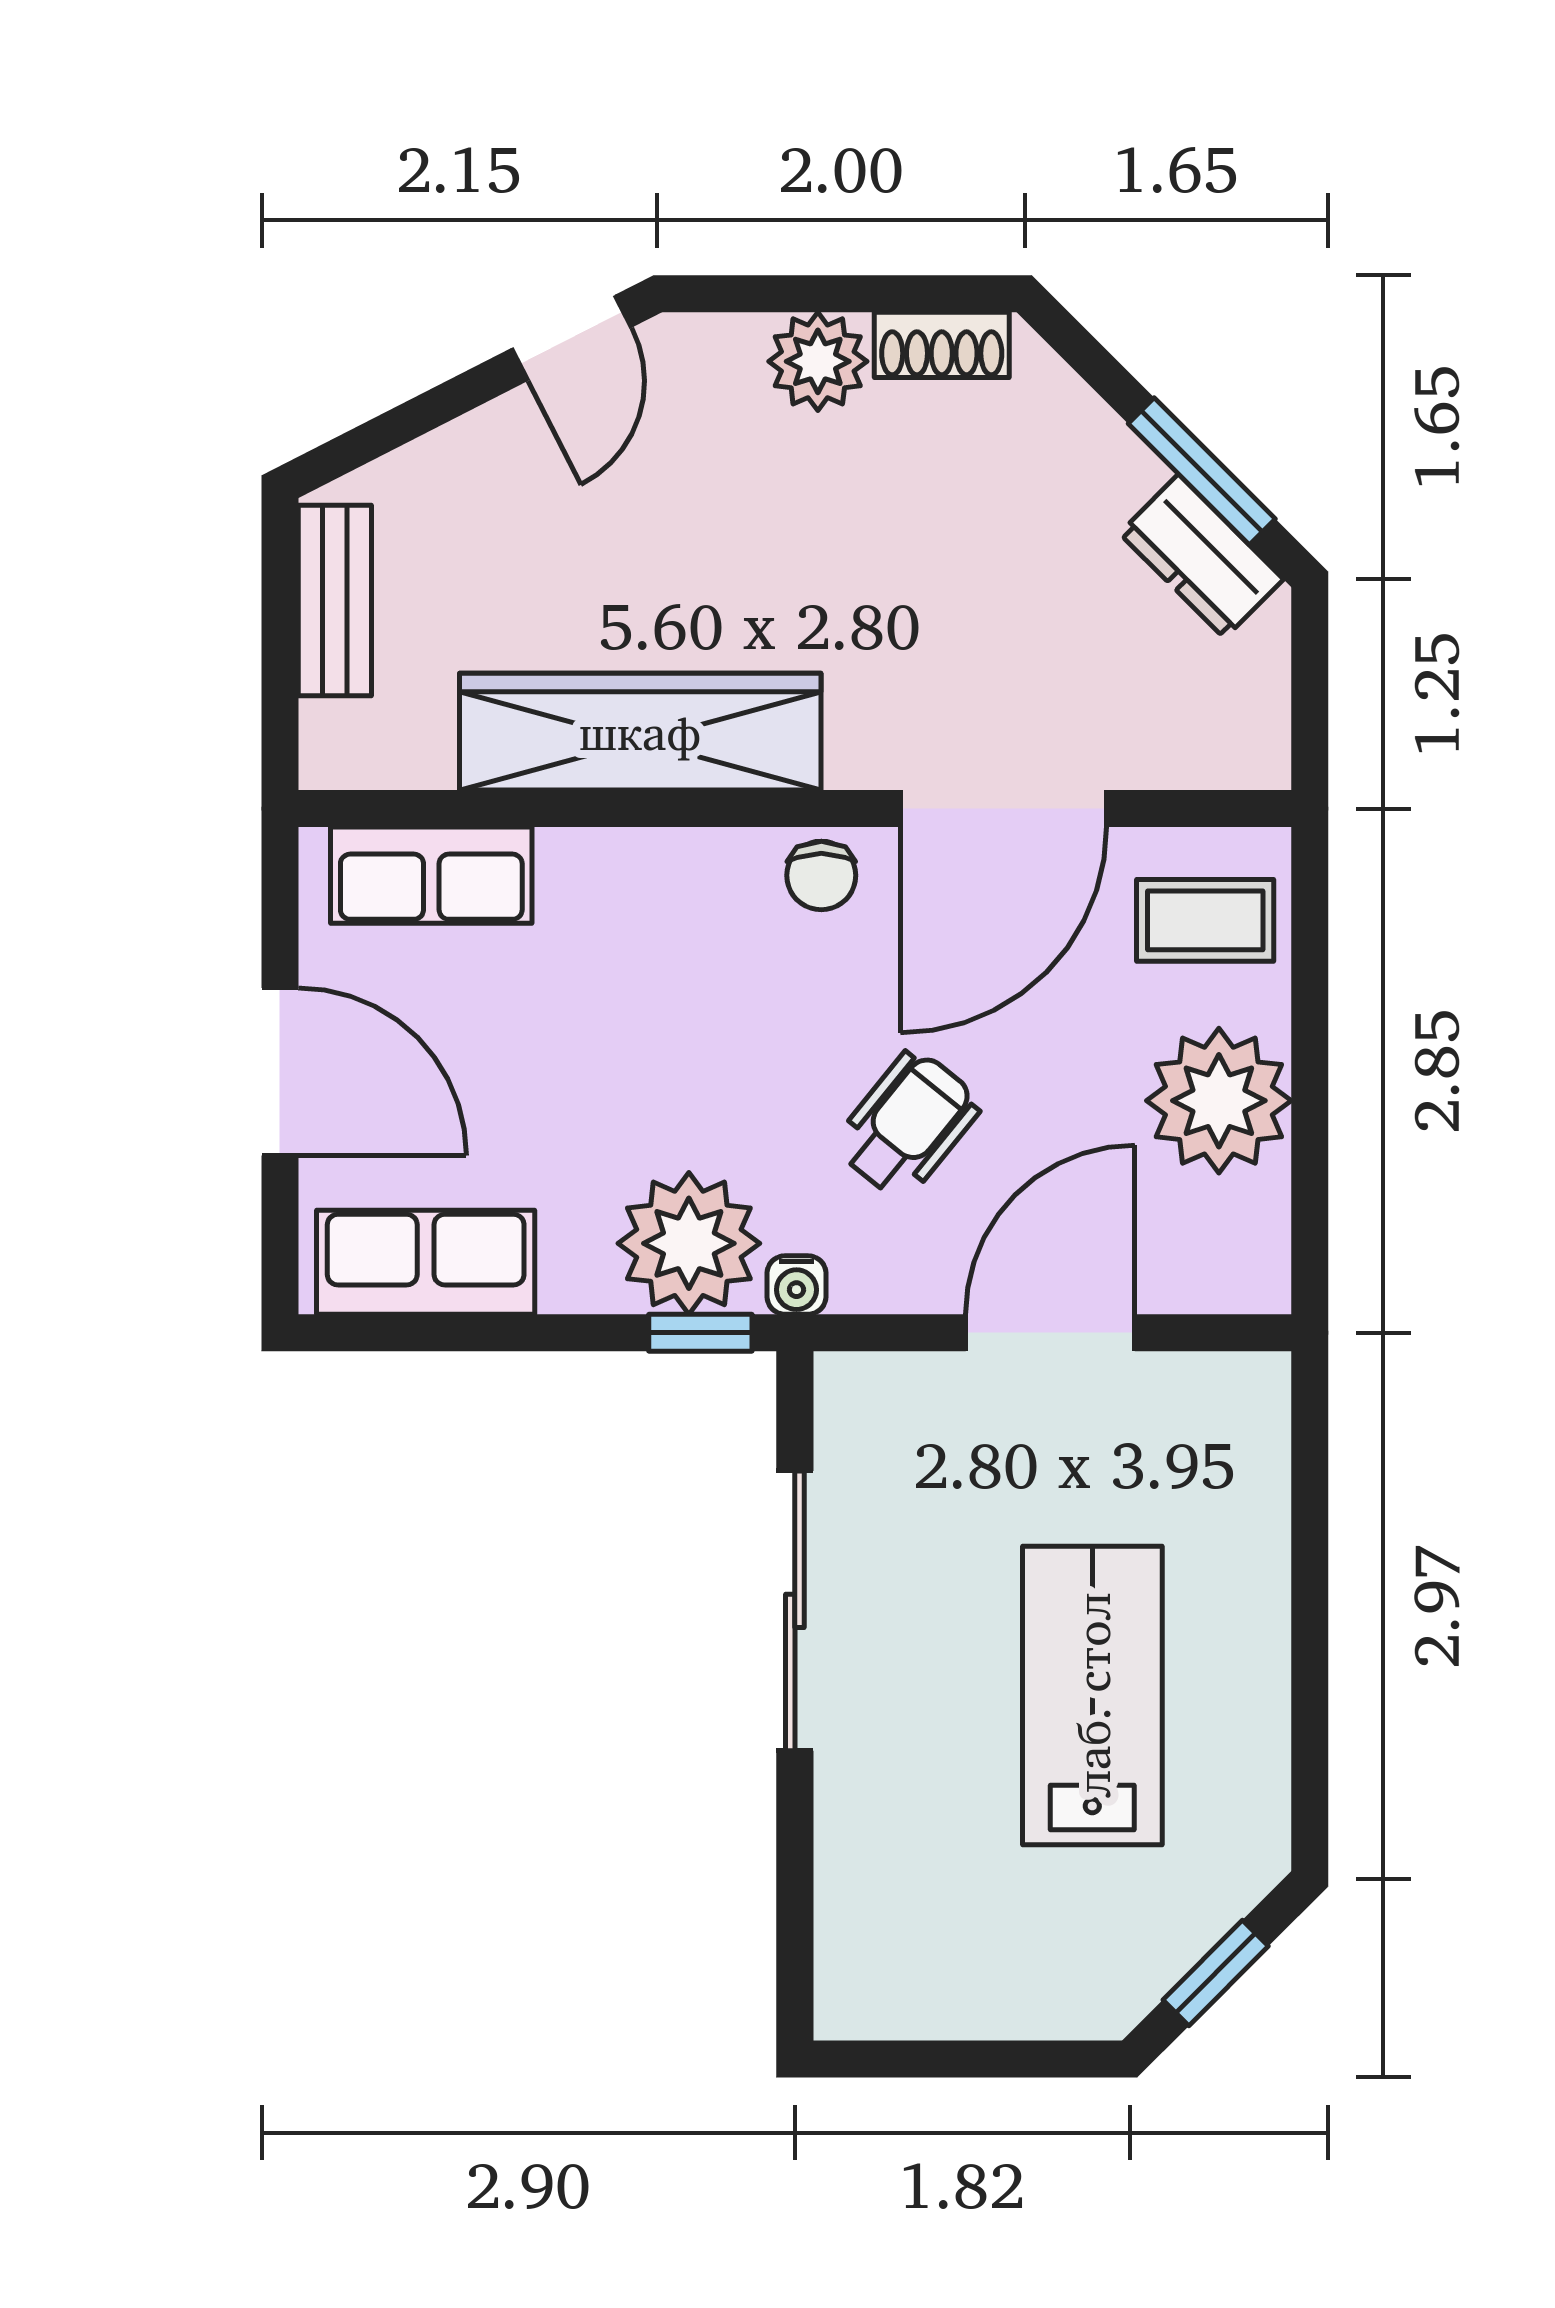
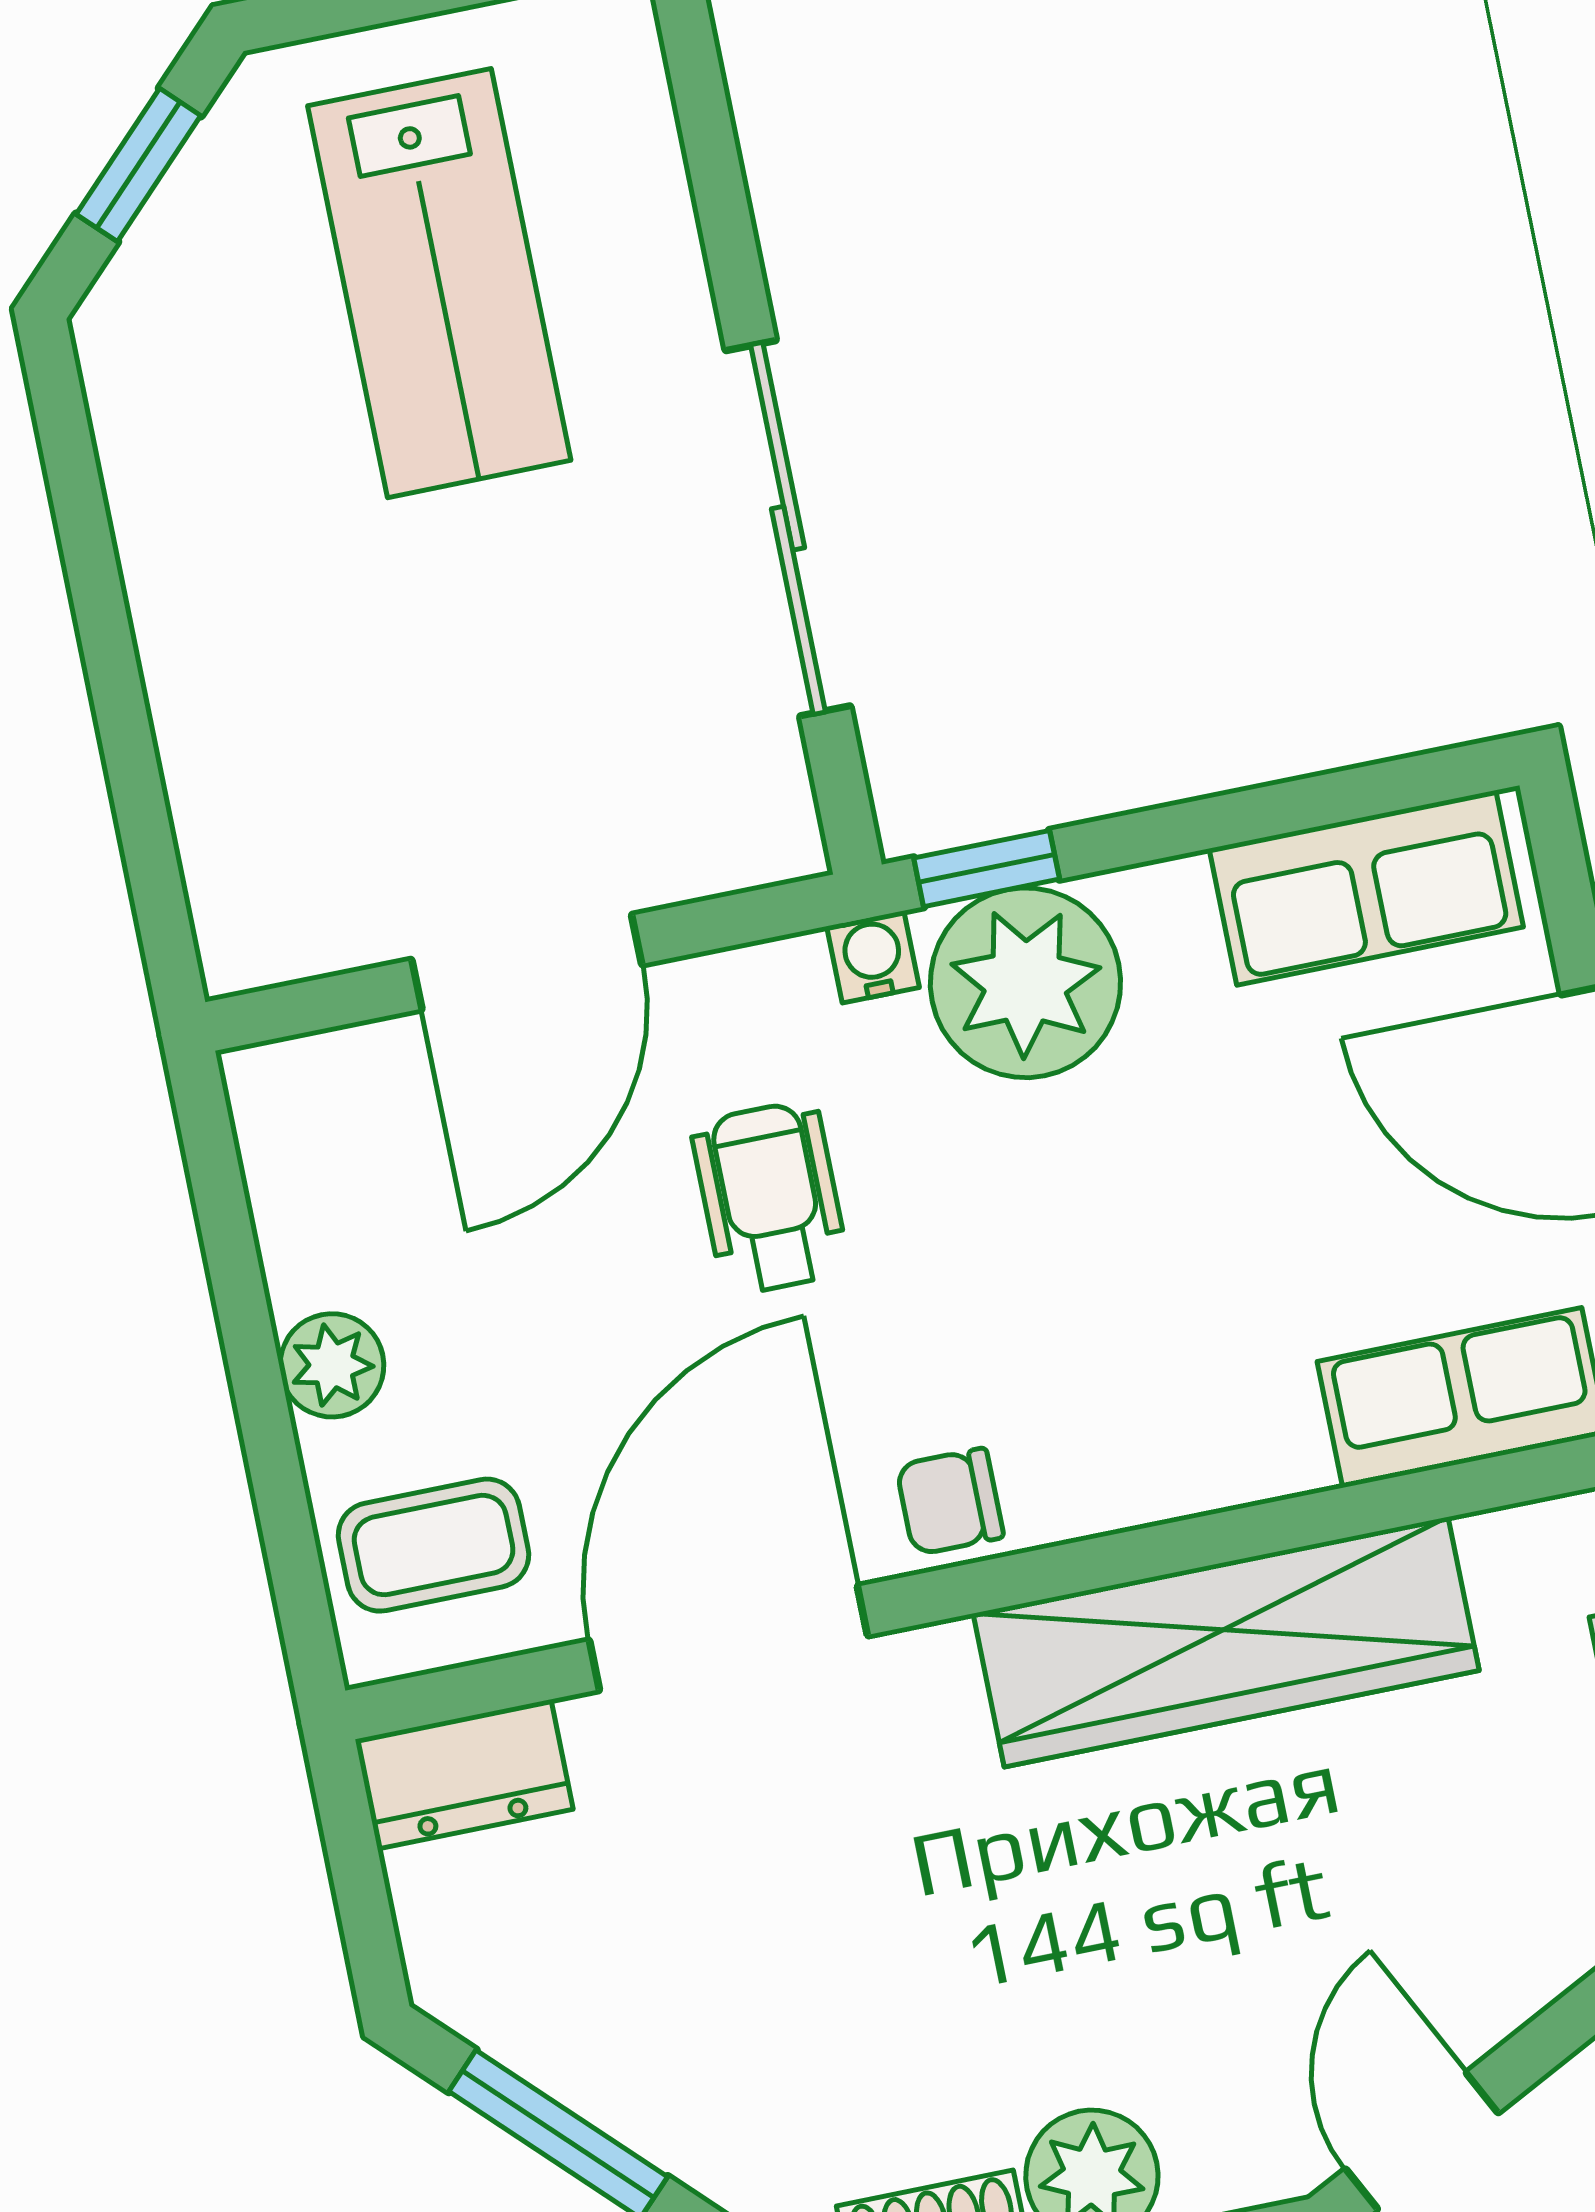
dresser: (1201, 556) -> (464, 1774), moved, turned 135
chair: (821, 875) -> (950, 1501), turned -90
plant: (1219, 1101) -> (332, 1365), width x0.53, depth x0.53
wheelchair: (908, 1124) -> (770, 1198), turned 141
lab bench: (1092, 1695) -> (439, 283), moved

